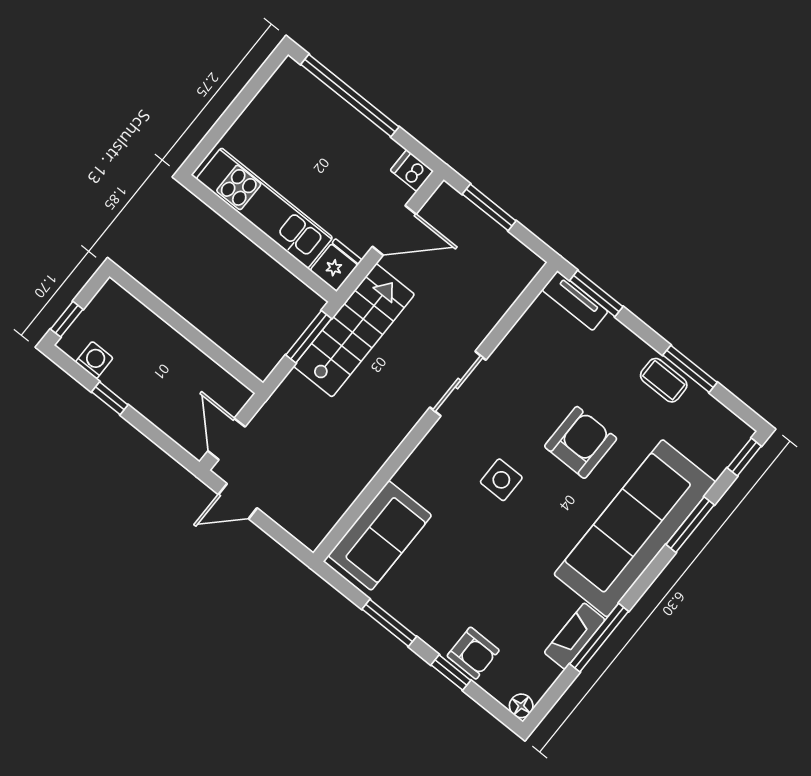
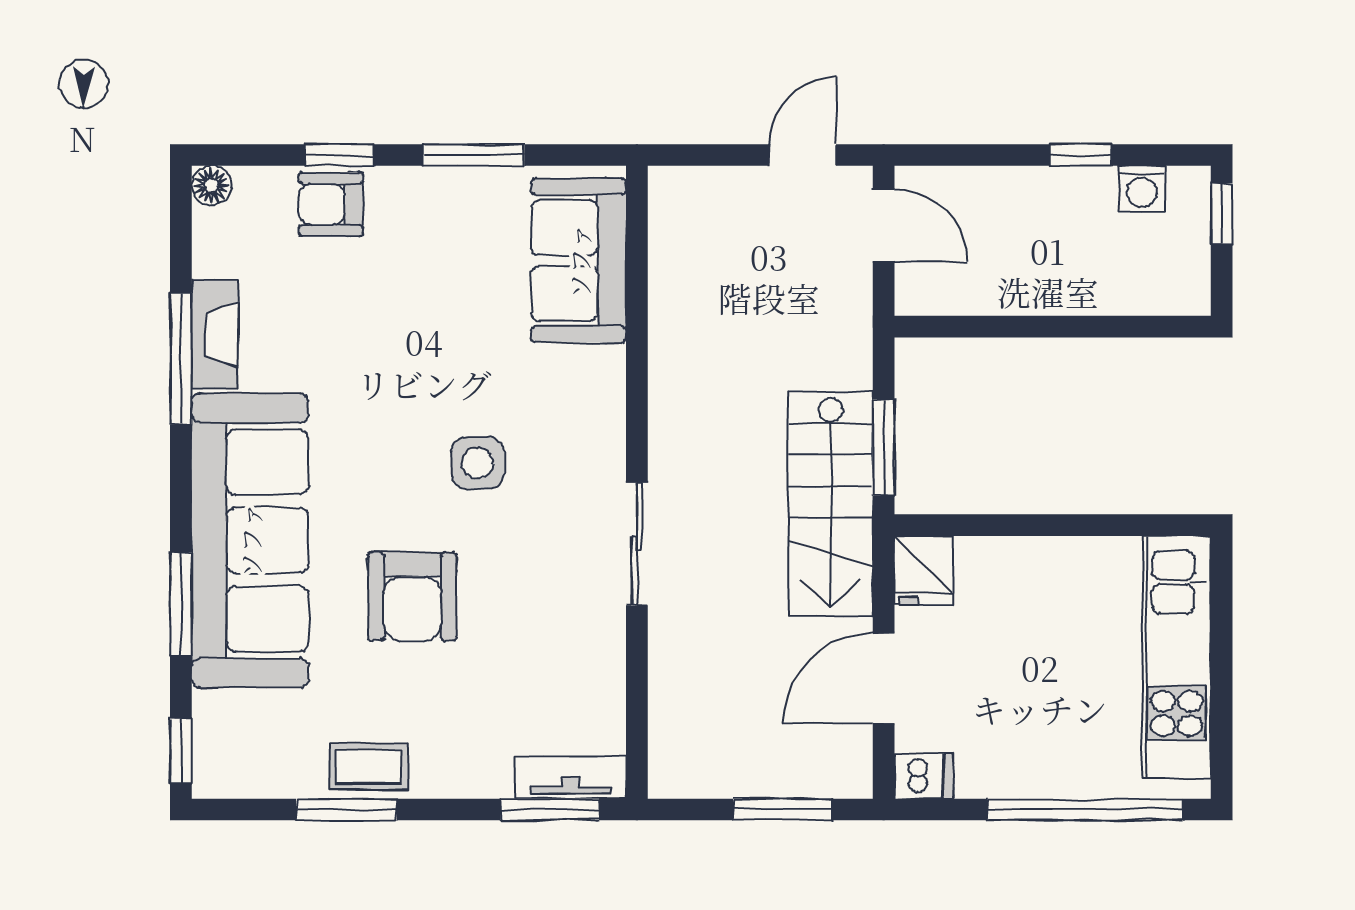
kitchen unit: (264, 208) -> (1177, 657), moved, turned 90

